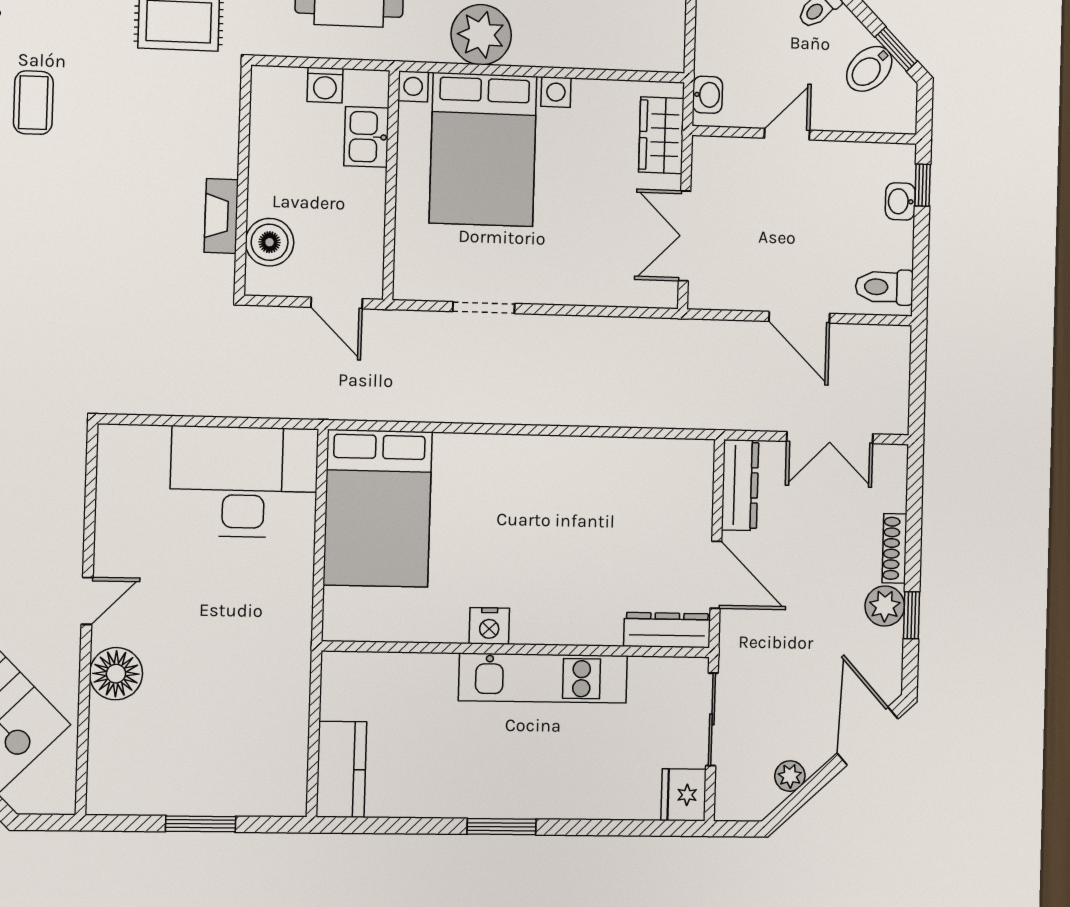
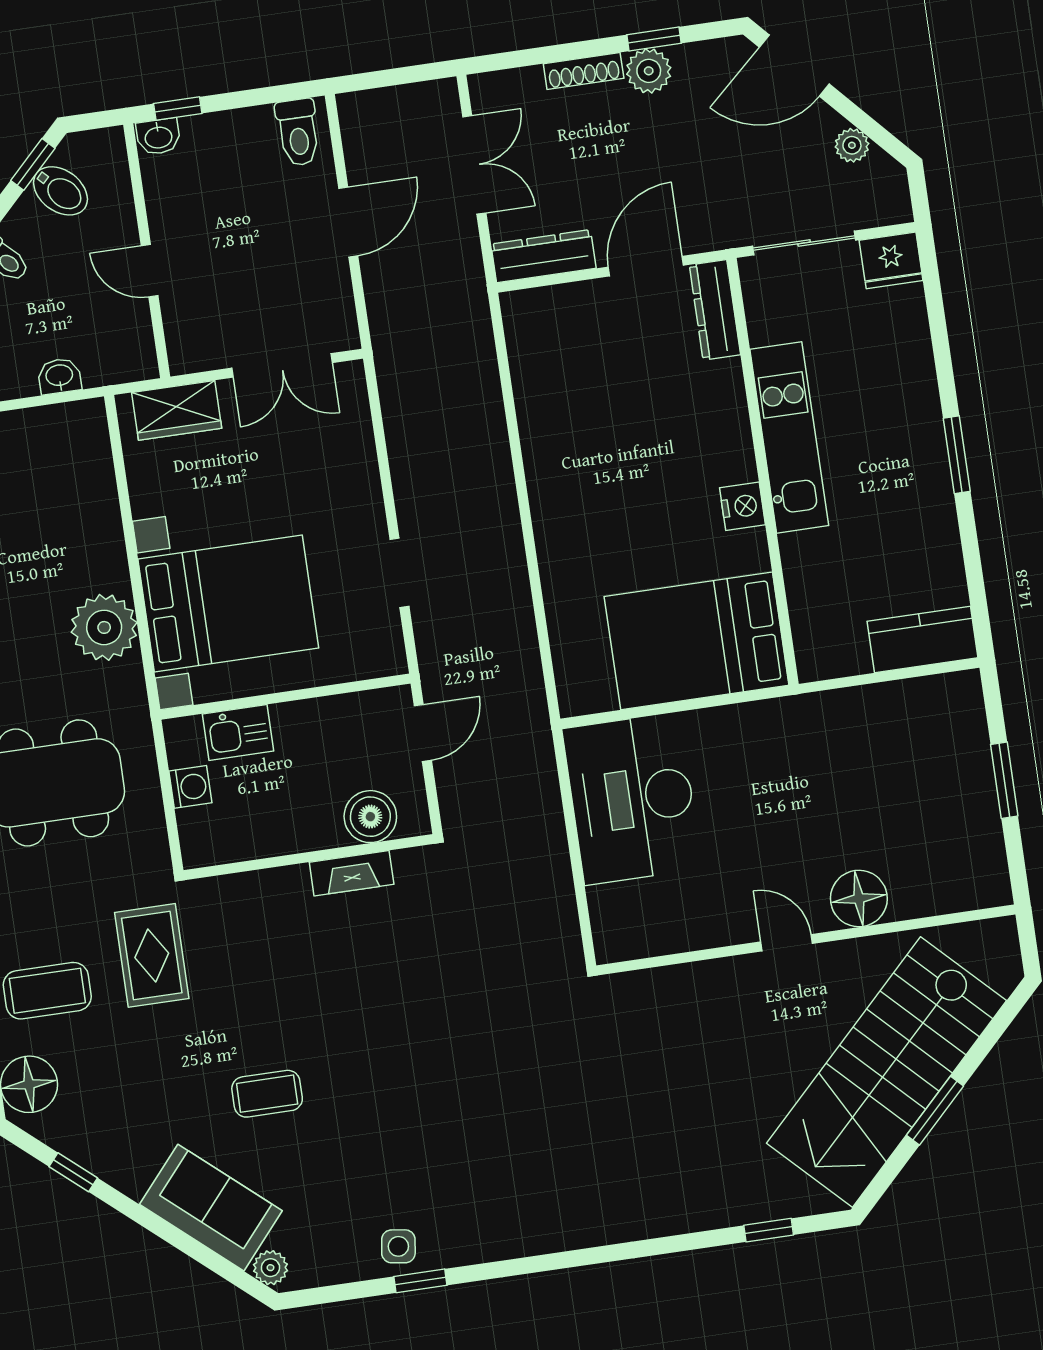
washbasin: (708, 95) -> (59, 376), moved
washbasin: (900, 201) -> (158, 137), moved
bed: (378, 508) -> (697, 641), moved, turned 180

